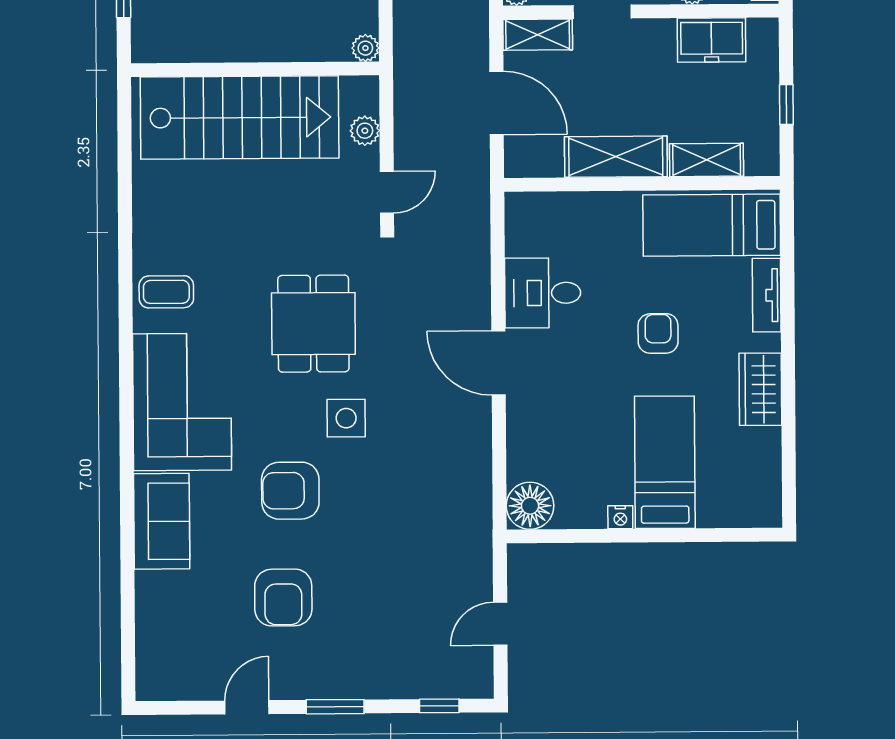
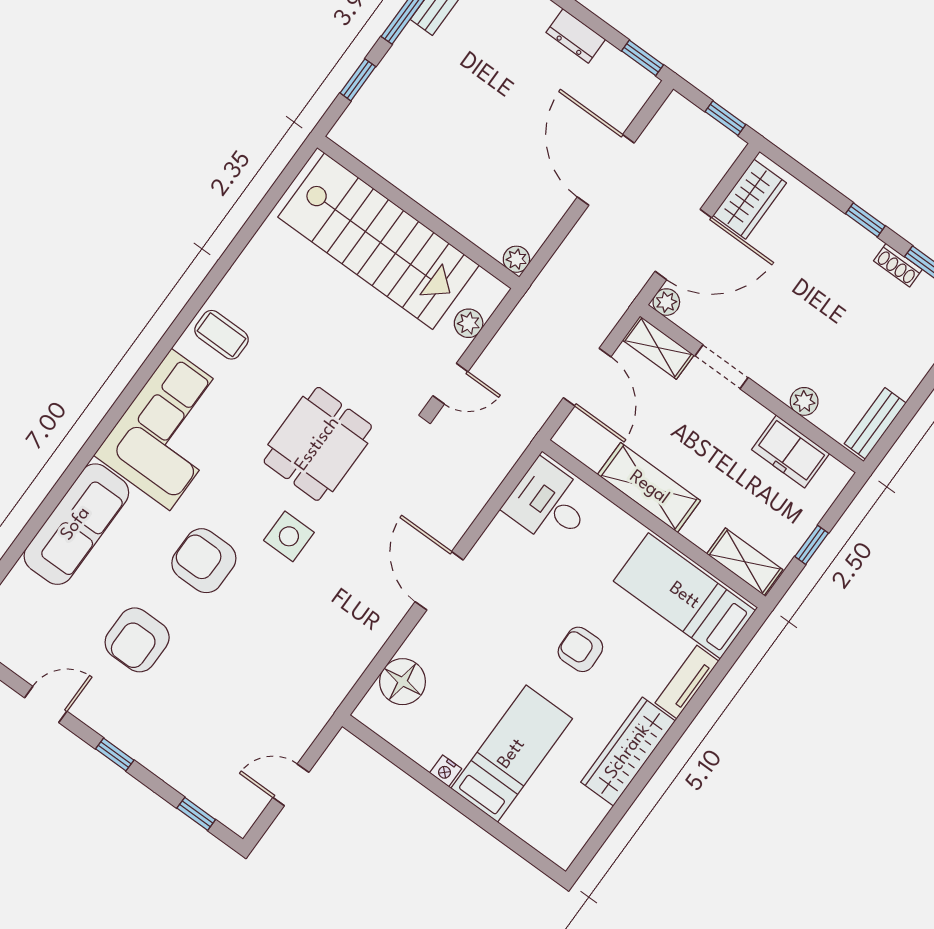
shelving: (707, 160) -> (745, 562), moved
desk: (543, 293) -> (549, 503), moved
armchair: (658, 333) -> (580, 649), turned -92
wardrobe: (760, 389) -> (628, 752), width x1.50
floor lamp: (530, 506) -> (402, 682), moved
sofa: (162, 521) -> (76, 524), width x1.36
window: (335, 707) -> (115, 755), width x0.67

